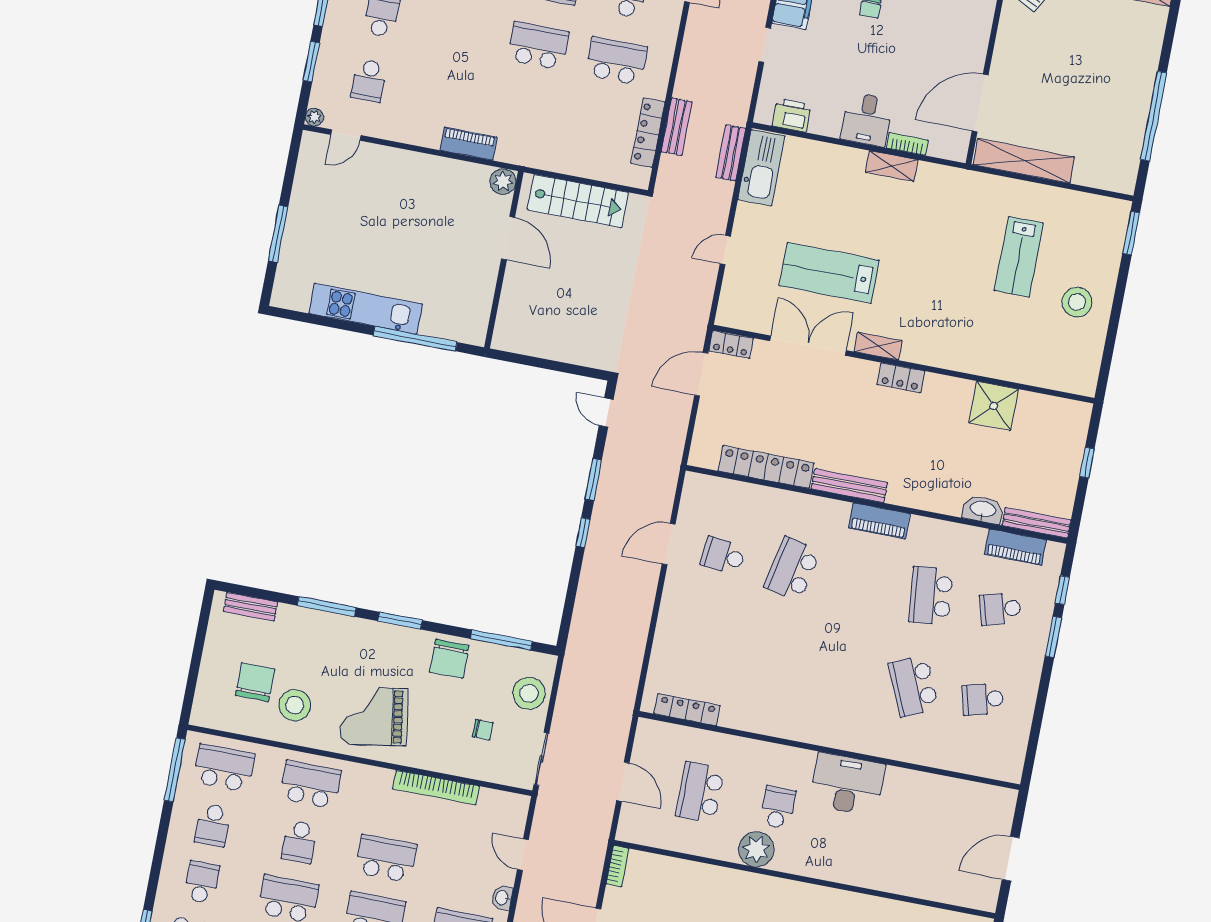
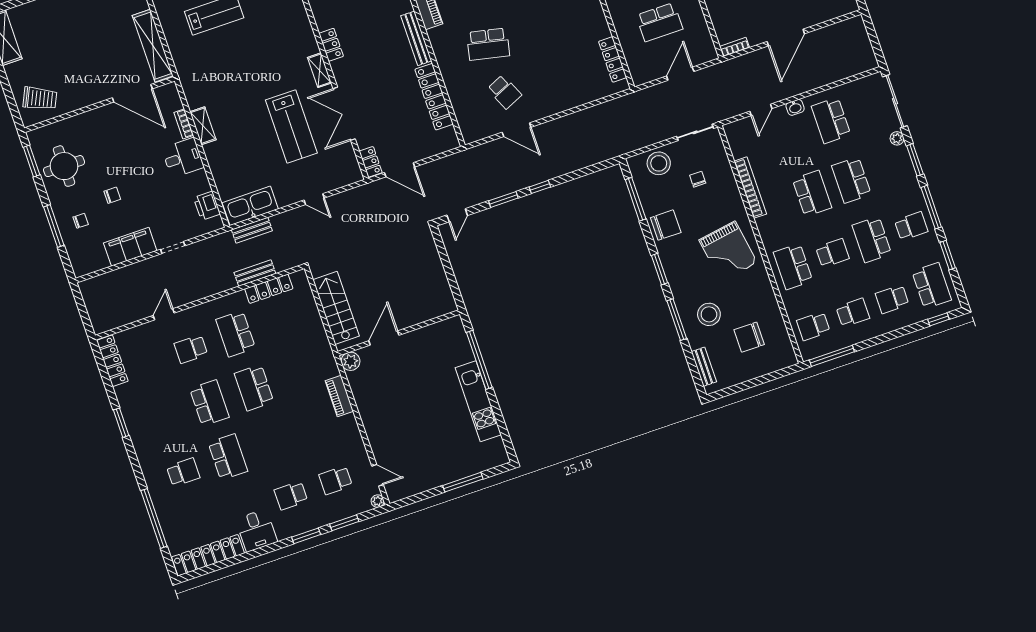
school desk: (369, 81) -> (336, 480), turned 180
school desk: (723, 556) -> (504, 92), turned -30
stool: (295, 705) -> (709, 314), moved
school desk: (224, 768) -> (813, 326), width x0.54
school desk: (386, 858) -> (812, 193), turned 180

